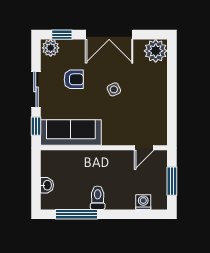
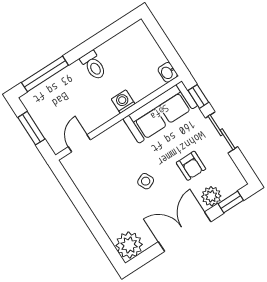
plant: (51, 48) -> (211, 196), moved
armchair: (74, 79) -> (191, 166), turned -90
washbasin: (47, 185) -> (168, 72), moved
washing machine: (143, 202) -> (123, 102), moved, turned 180
window: (77, 214) -> (45, 74), moved

